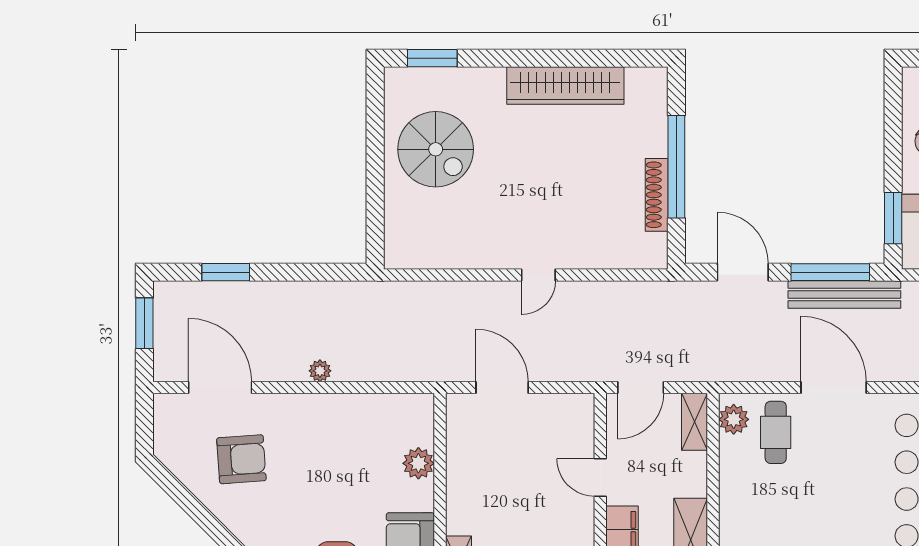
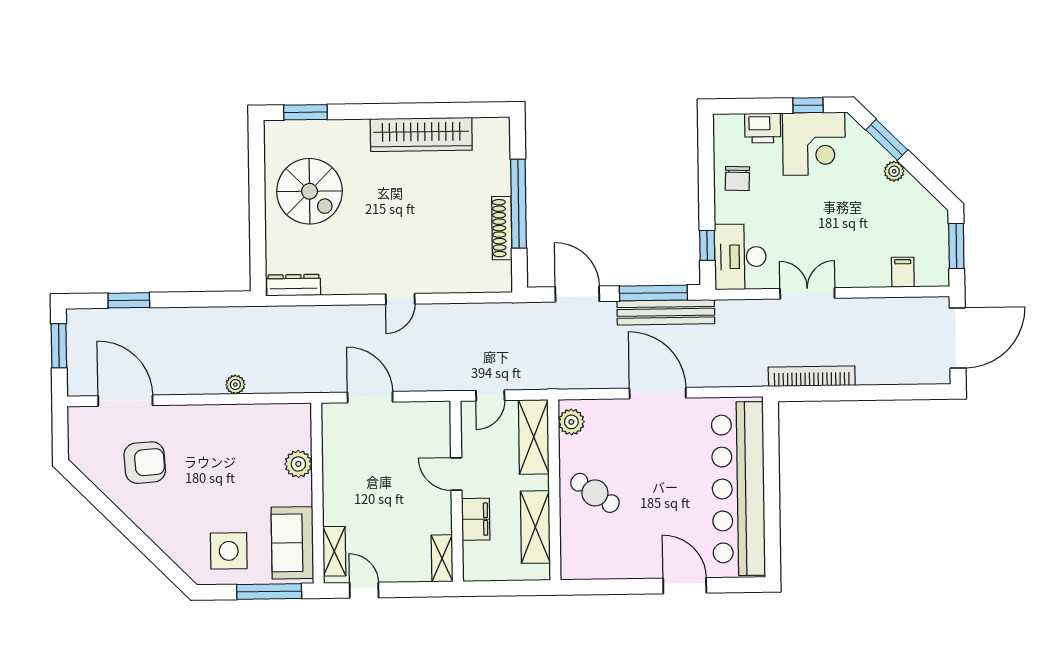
window: (893, 218) -> (707, 245), width x0.67
dresser: (416, 257) -> (294, 285), added
plant: (320, 371) -> (235, 385), moved
door: (641, 387) -> (490, 395), width x0.73
shelving: (694, 422) -> (534, 437), width x1.50, depth x1.33
cafe table: (776, 432) -> (595, 493), moved, turned -55

